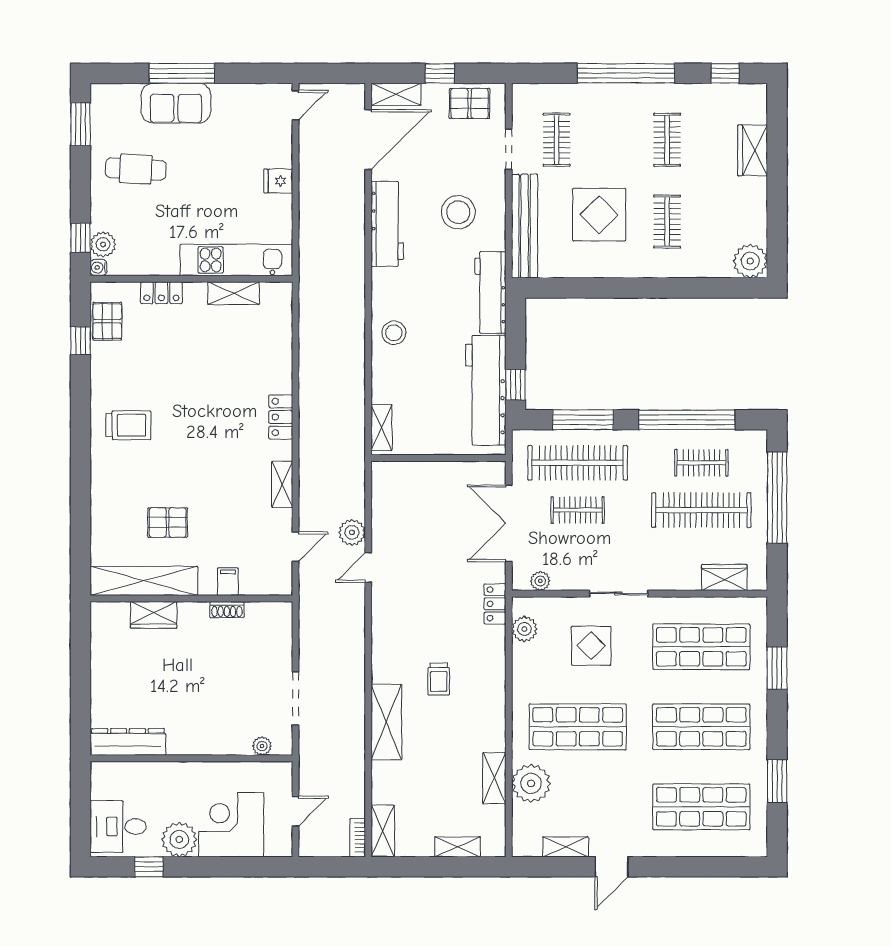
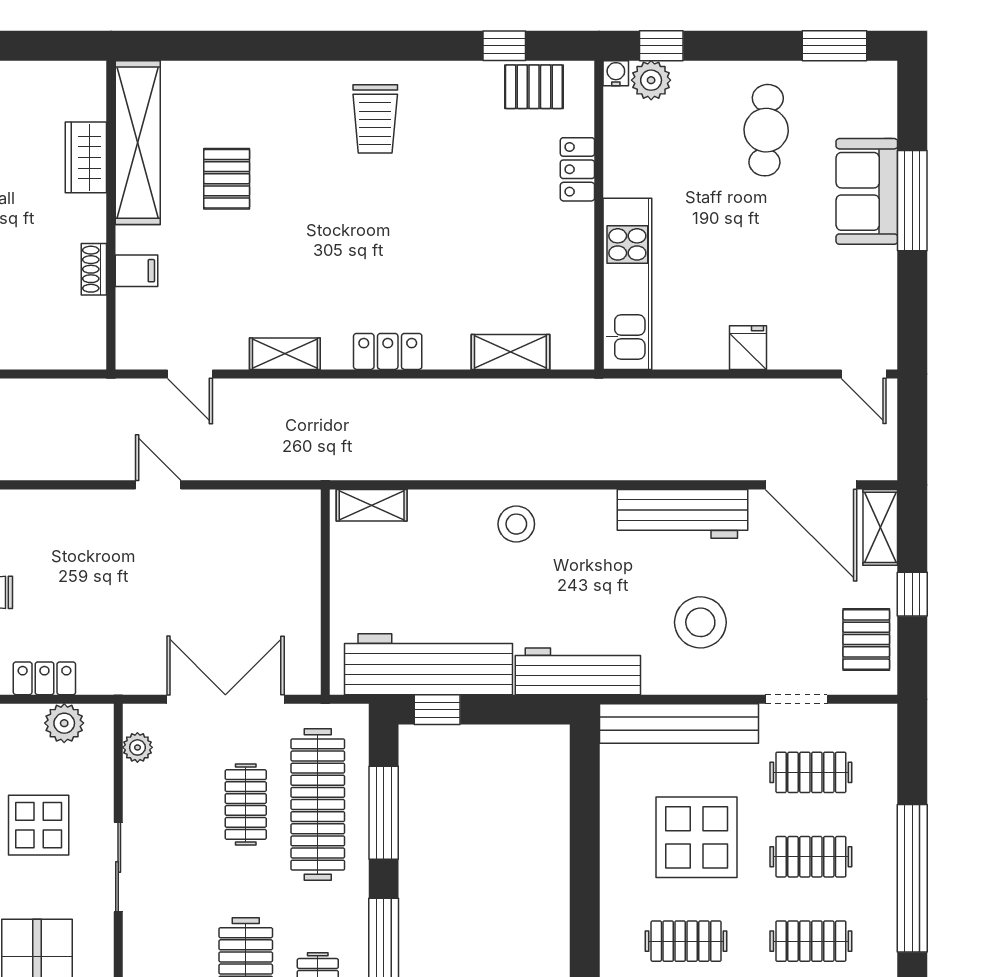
clothes rail: (612, 140) -> (811, 857), added
shelving: (234, 293) -> (510, 352), moved, turned 90
plant: (352, 532) -> (212, 460), removed
locker: (495, 604) -> (44, 678), moved

